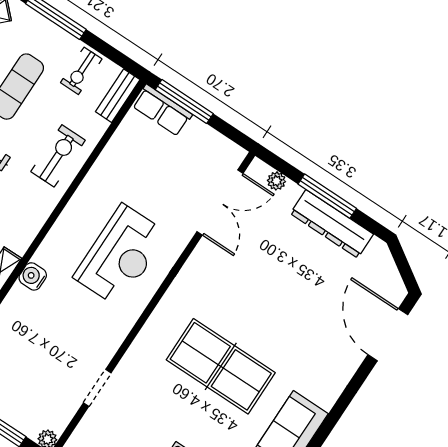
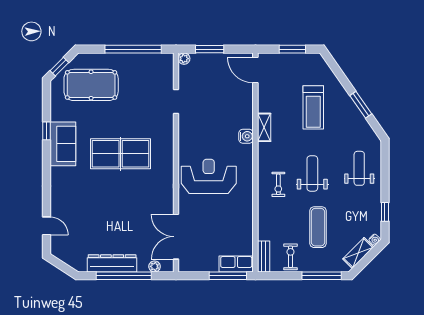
exercise bike: (58, 156) -> (278, 184), moved, width x0.73, depth x0.72
window: (327, 196) -> (124, 276), width x1.46
reception desk: (120, 255) -> (209, 176), turned 90
door: (388, 335) -> (46, 226), width x0.53

